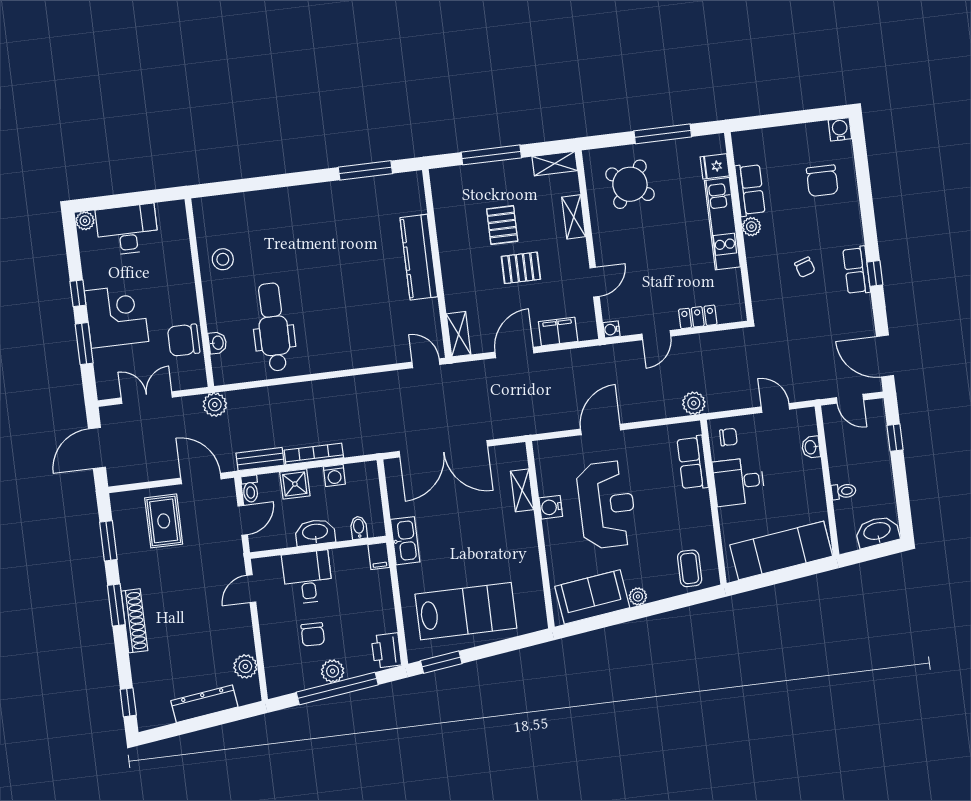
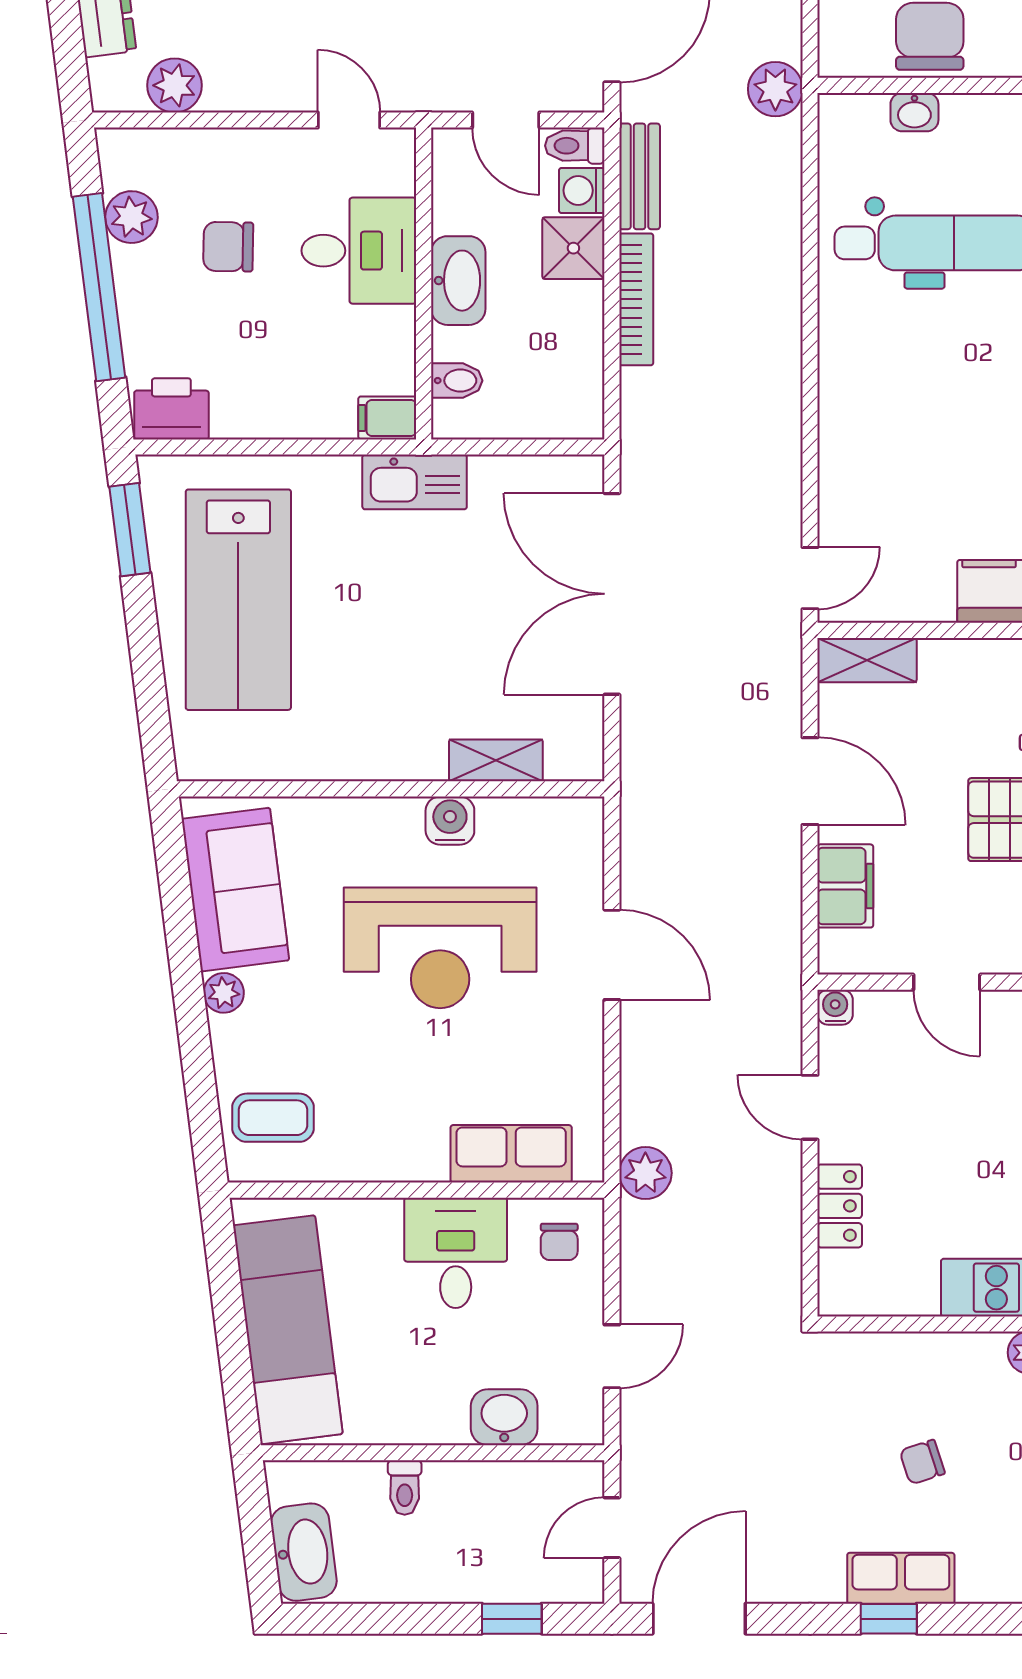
washbasin: (811, 447) -> (504, 1417), width x1.38, depth x1.45
washing machine: (334, 475) -> (582, 190), moved
plant: (333, 671) -> (131, 217), moved

